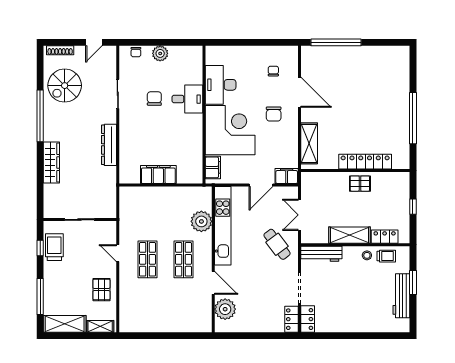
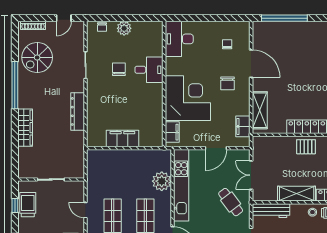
desk: (221, 85) -> (179, 39), moved
filing cabinet: (287, 176) -> (243, 126), moved, turned -90

